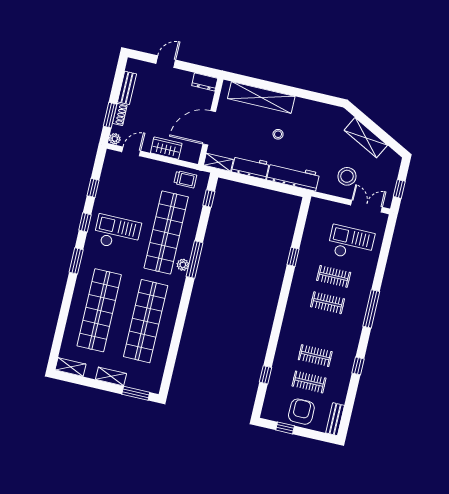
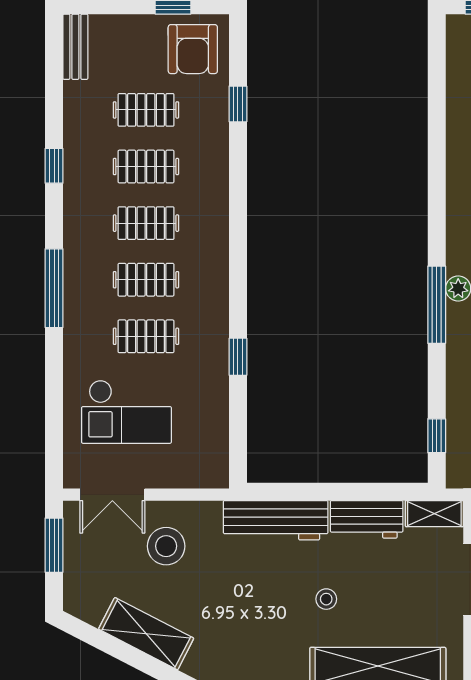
window: (399, 189) -> (54, 545), width x1.50
clothes rail: (321, 329) -> (146, 223), added
armchair: (301, 412) -> (193, 49), moved

